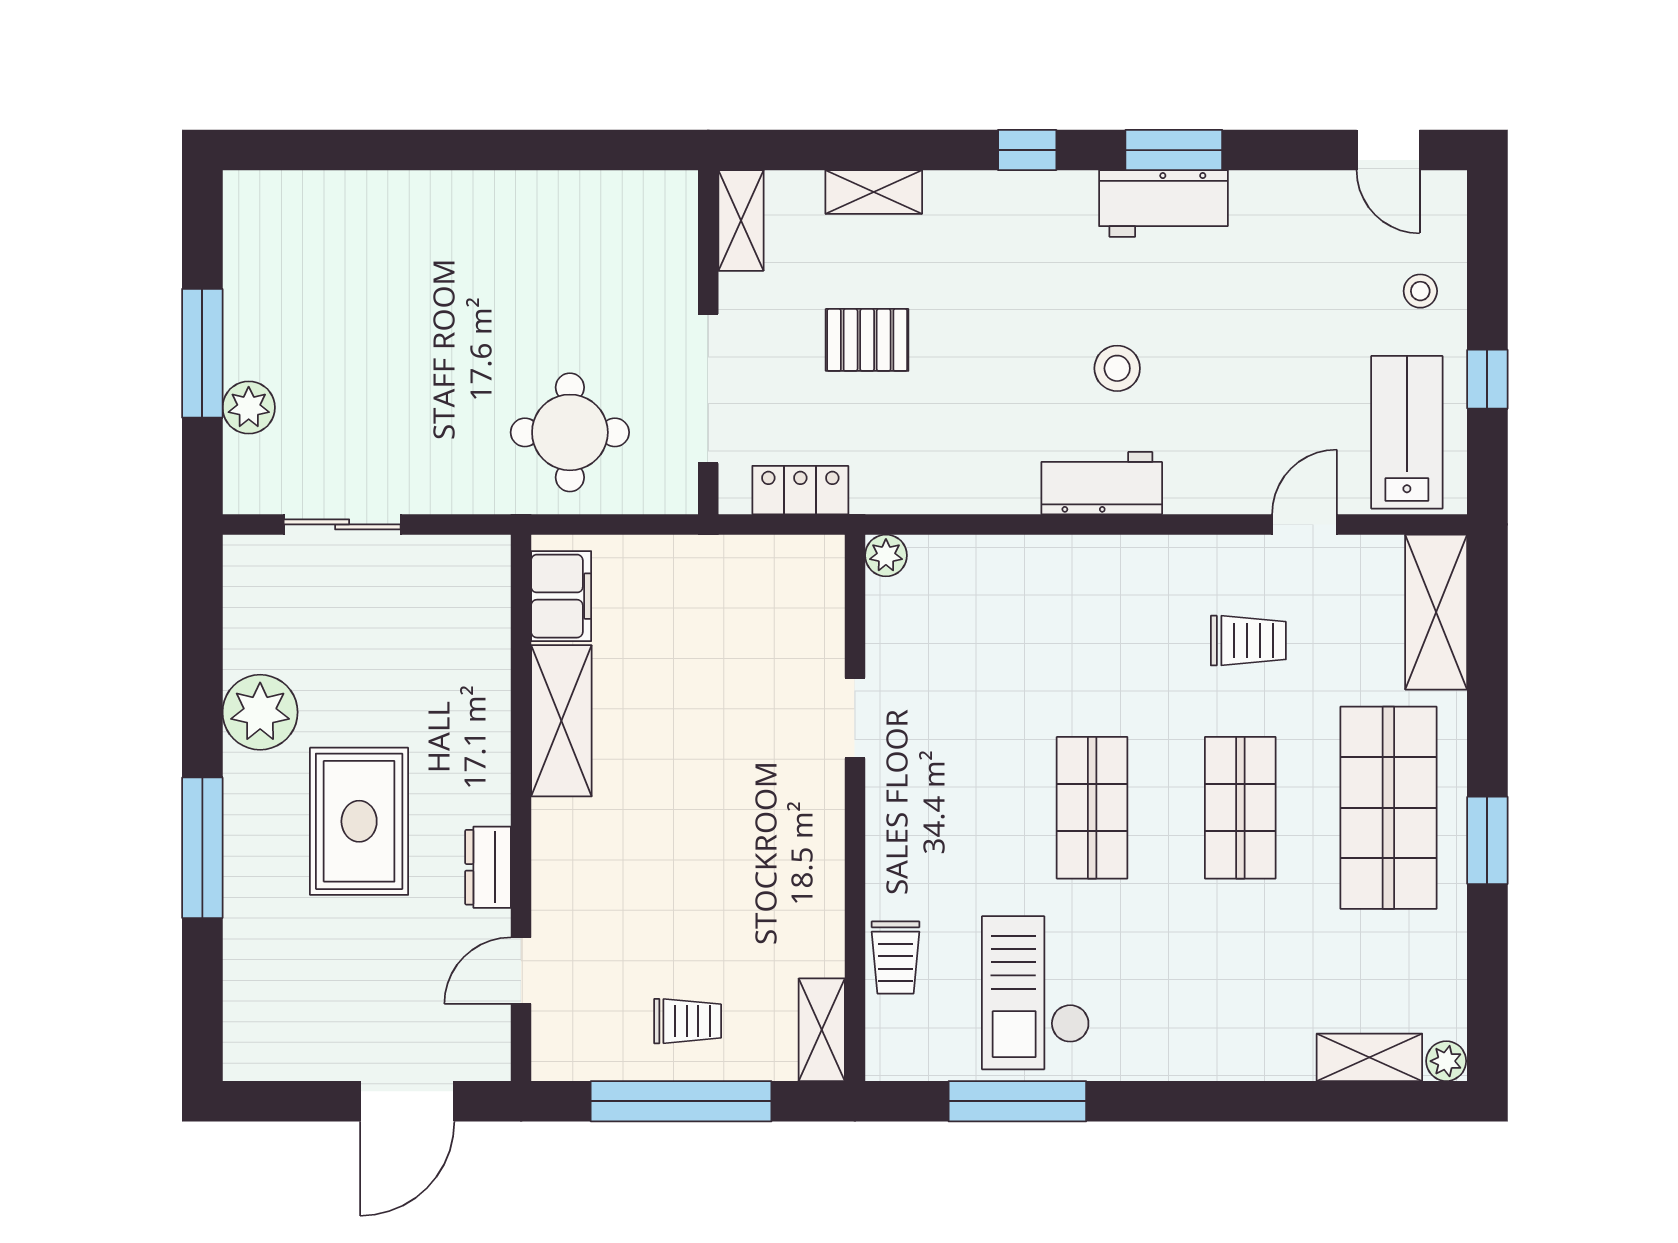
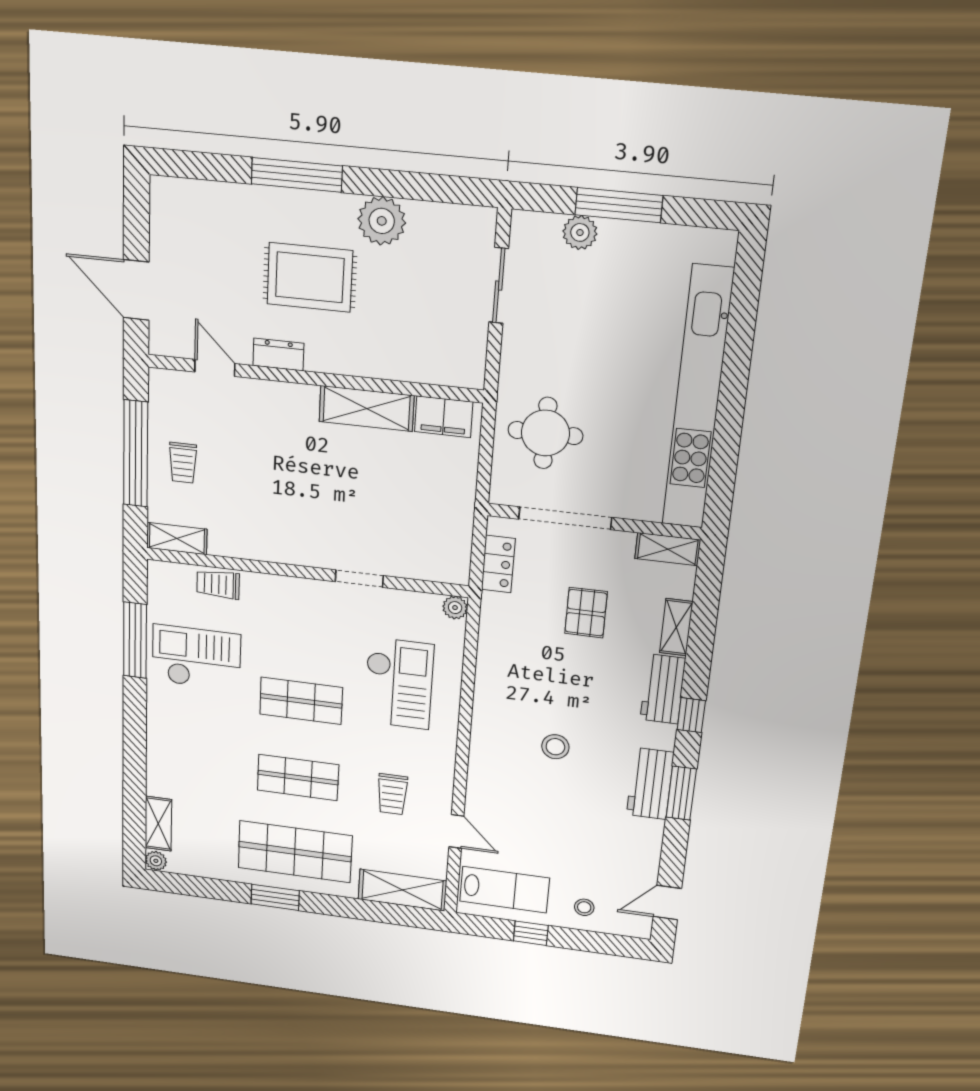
kitchen unit: (488, 202) -> (698, 399), added
workbench: (1102, 483) -> (663, 689), moved, turned 180
checkout: (1036, 641) -> (399, 683), added

